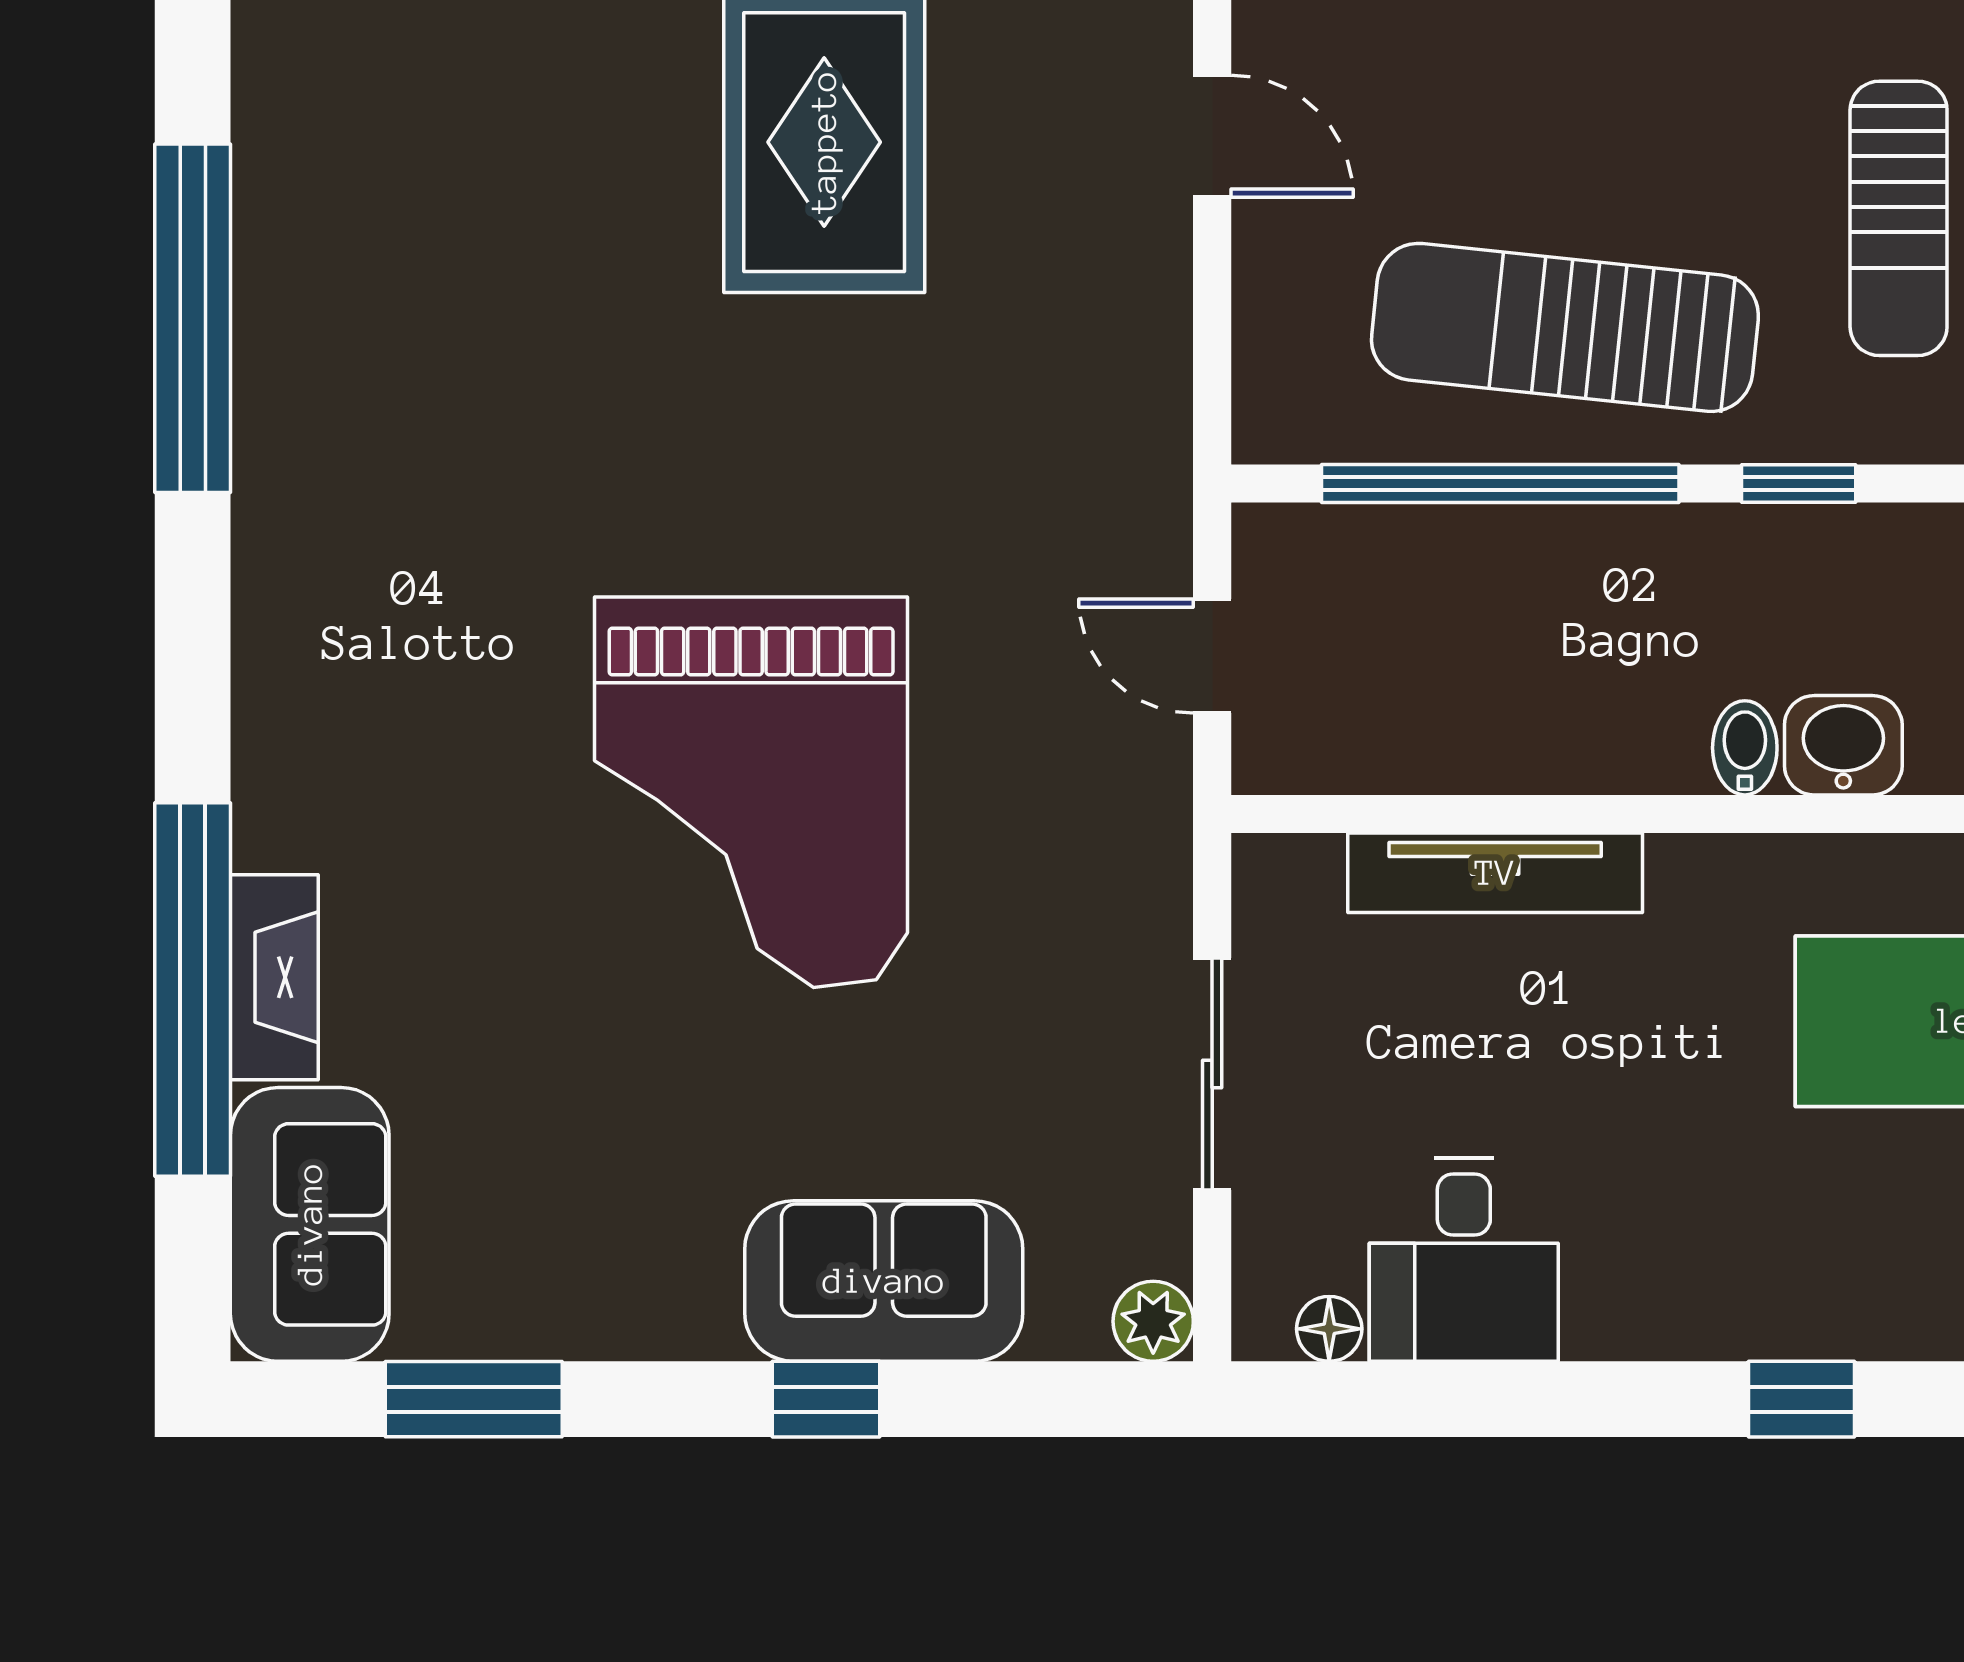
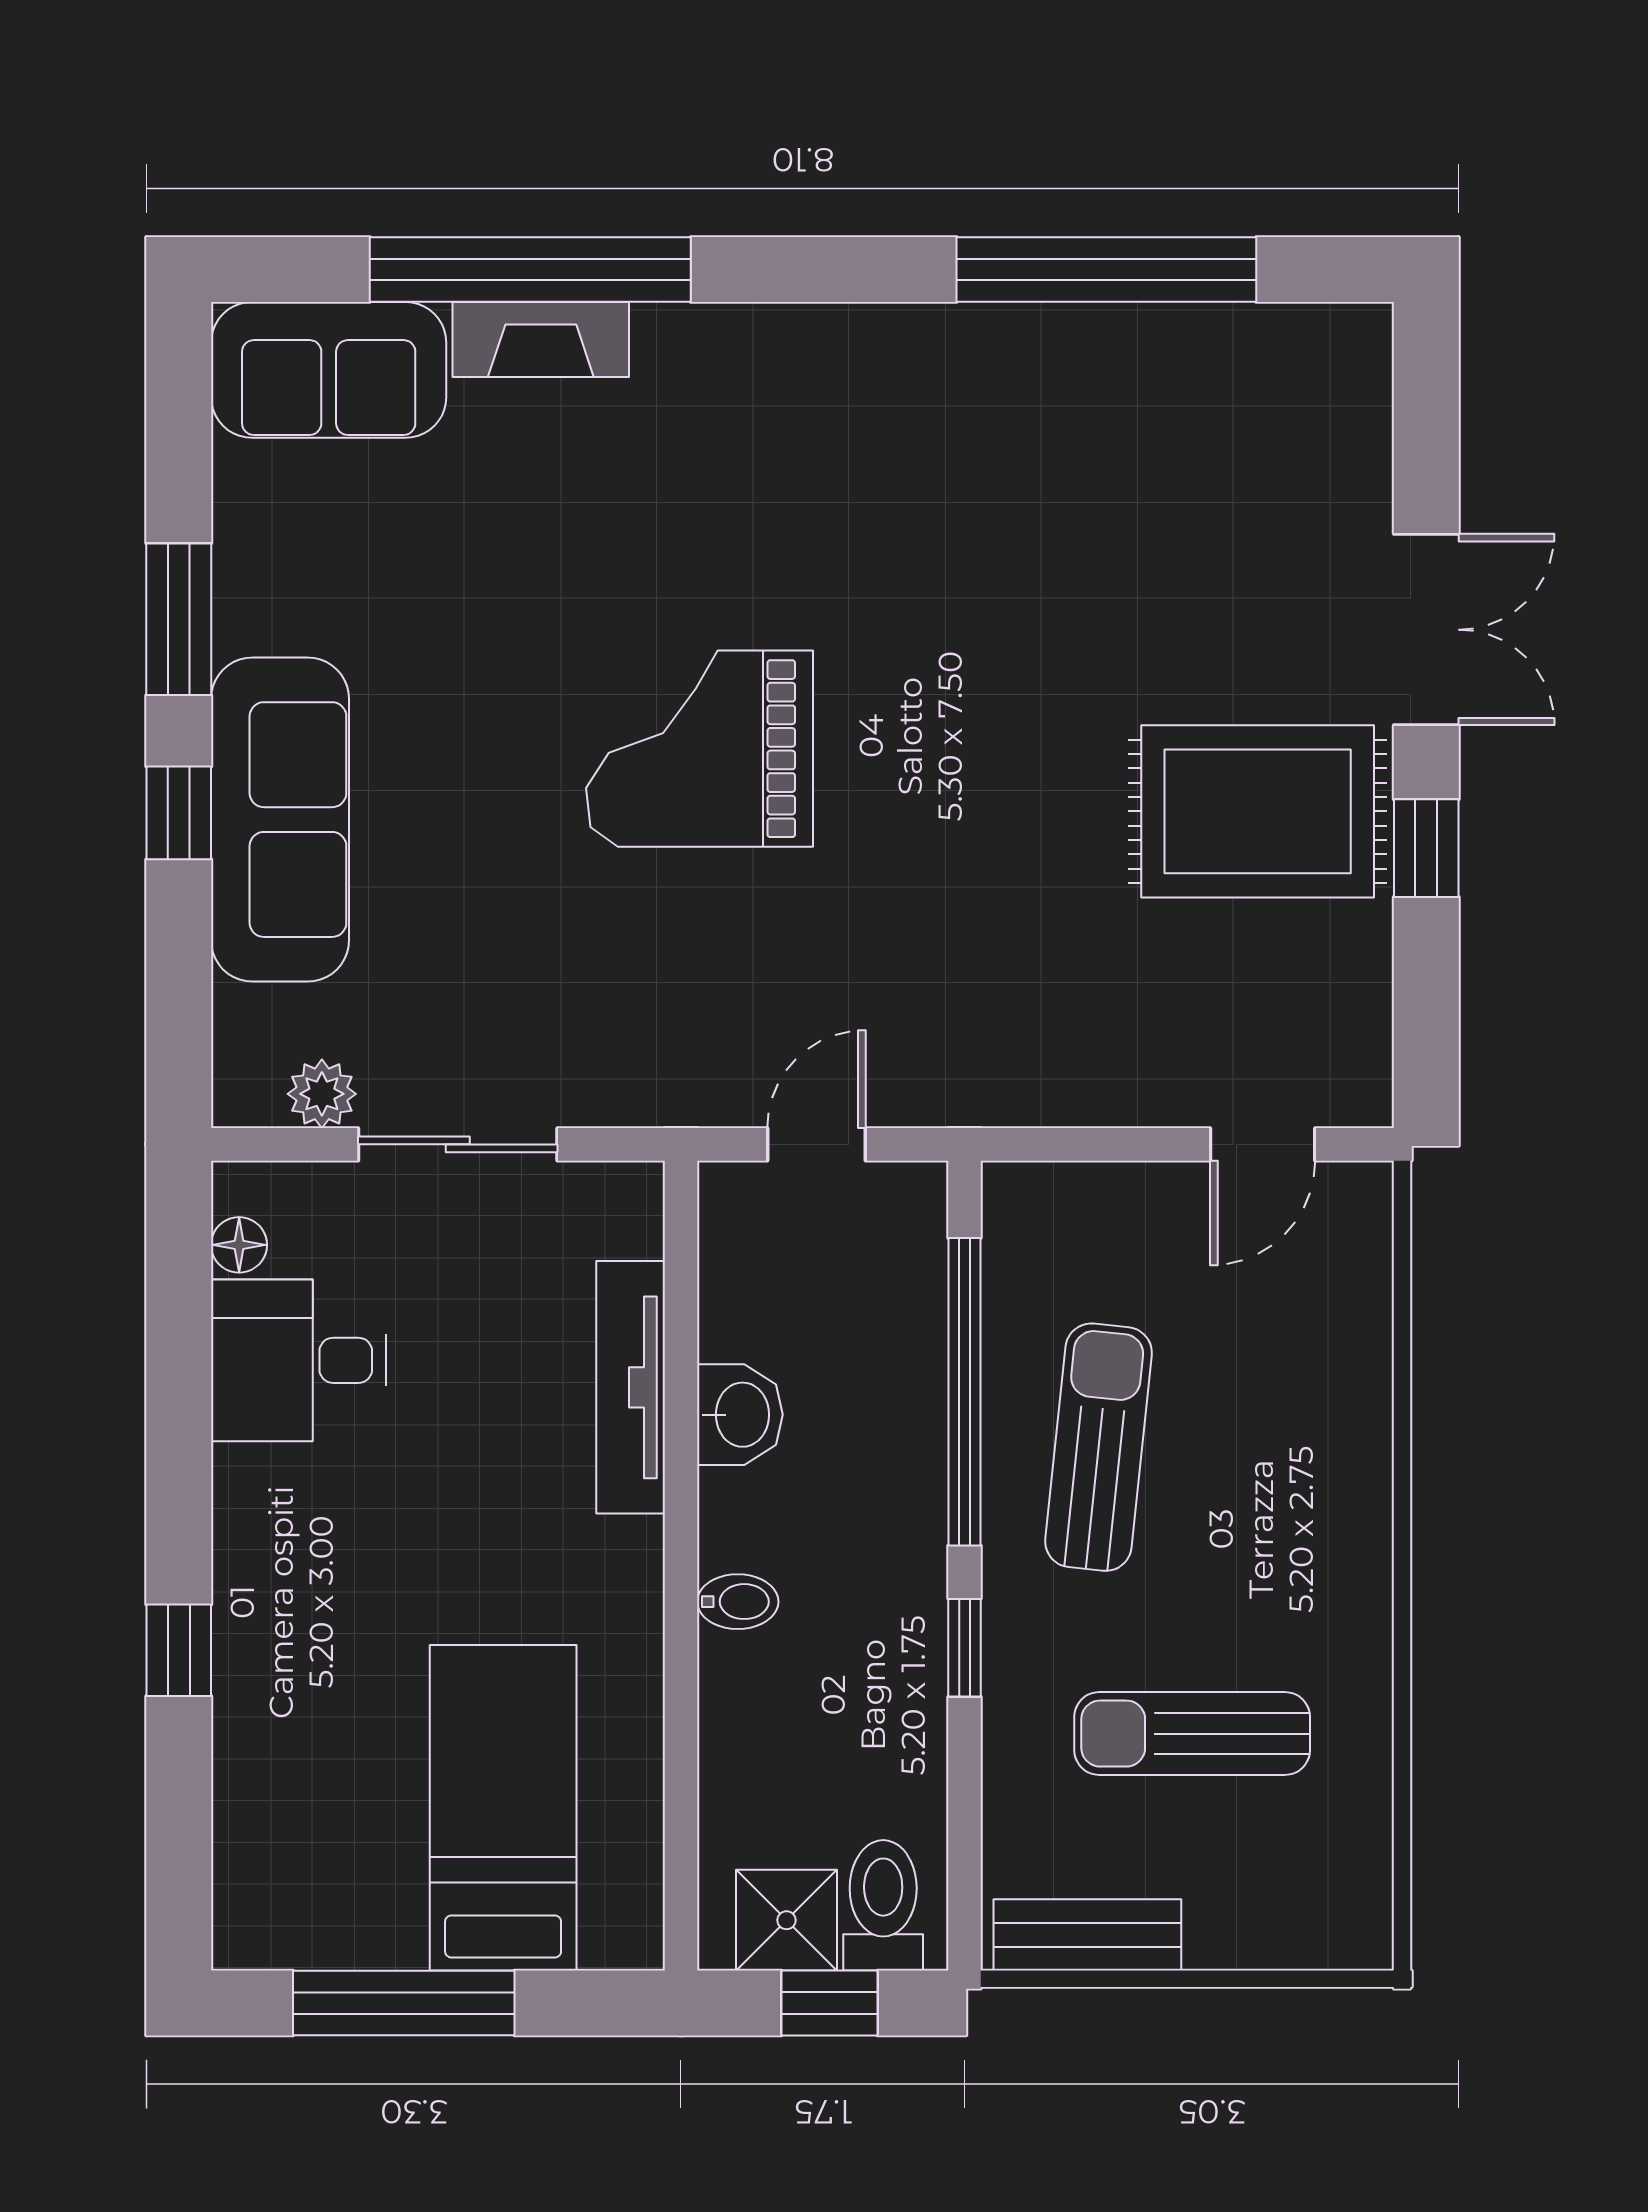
sun lounger: (1565, 327) -> (1099, 1447), width x0.73, depth x0.75
washbasin: (1843, 745) -> (740, 1415), moved
grand piano: (751, 792) -> (700, 749), width x0.73, depth x0.68
sofa: (884, 1281) -> (280, 820), width x1.36
plant: (1153, 1321) -> (322, 1094), moved
window: (474, 1399) -> (179, 619), moved

